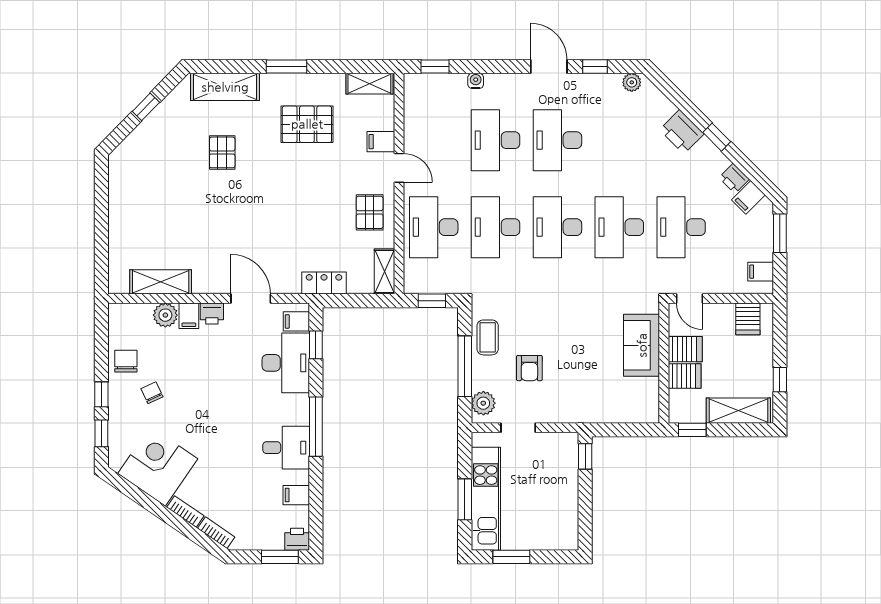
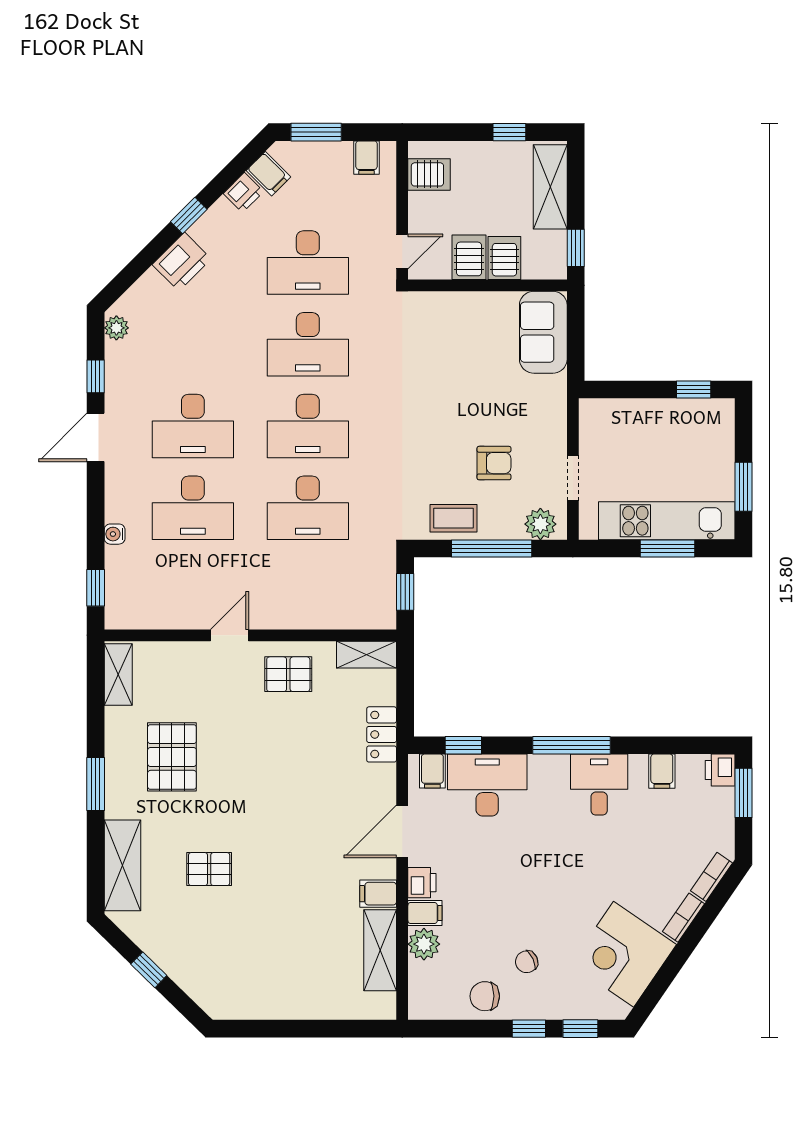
filing cabinet: (381, 142) -> (378, 894), moved, turned 90
desk: (434, 227) -> (308, 589), removed
sofa: (642, 345) -> (543, 332), moved, turned 90
window: (585, 456) -> (694, 389), moved

